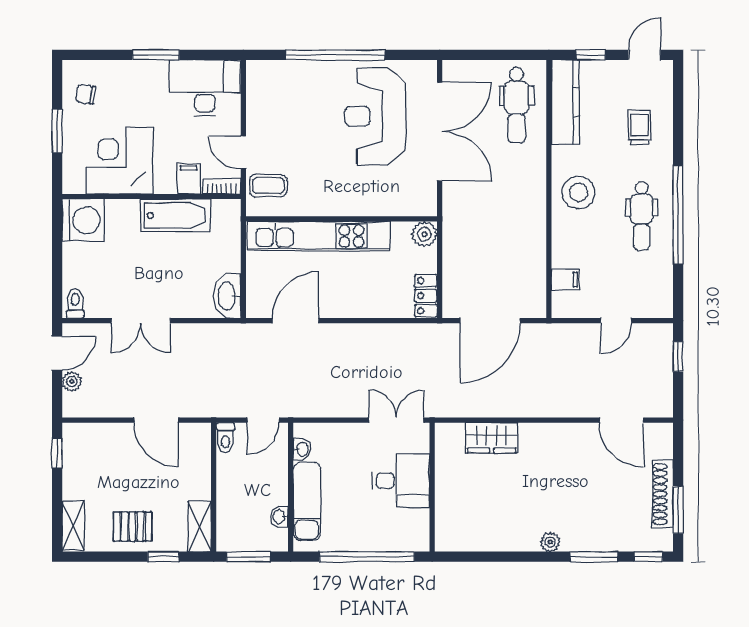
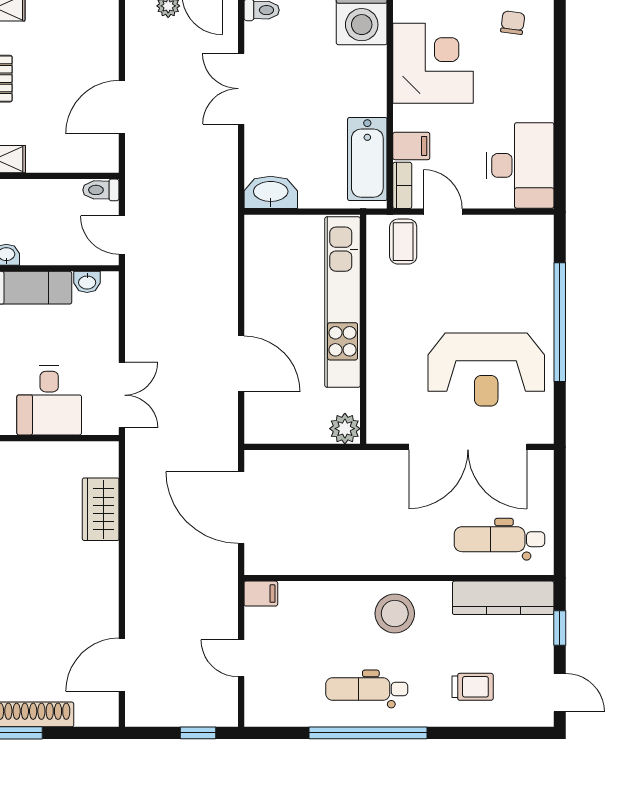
window: (156, 55) -> (560, 107), removed
reception desk: (375, 116) -> (486, 370), turned 180
door: (243, 152) -> (443, 212), hinge flipped
bathtub: (175, 215) -> (367, 159), moved
filing cabinet: (565, 279) -> (261, 594), moved, turned -90
locker: (426, 296) -> (271, 430), removed
door: (295, 321) -> (241, 364), moved

